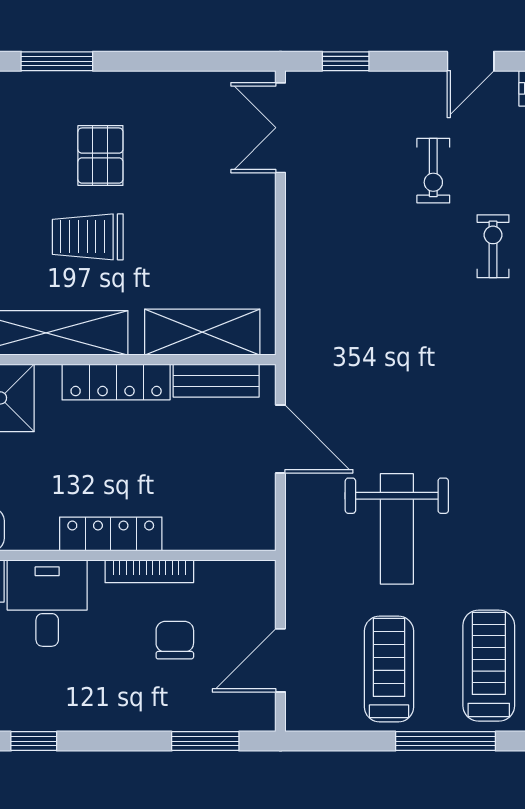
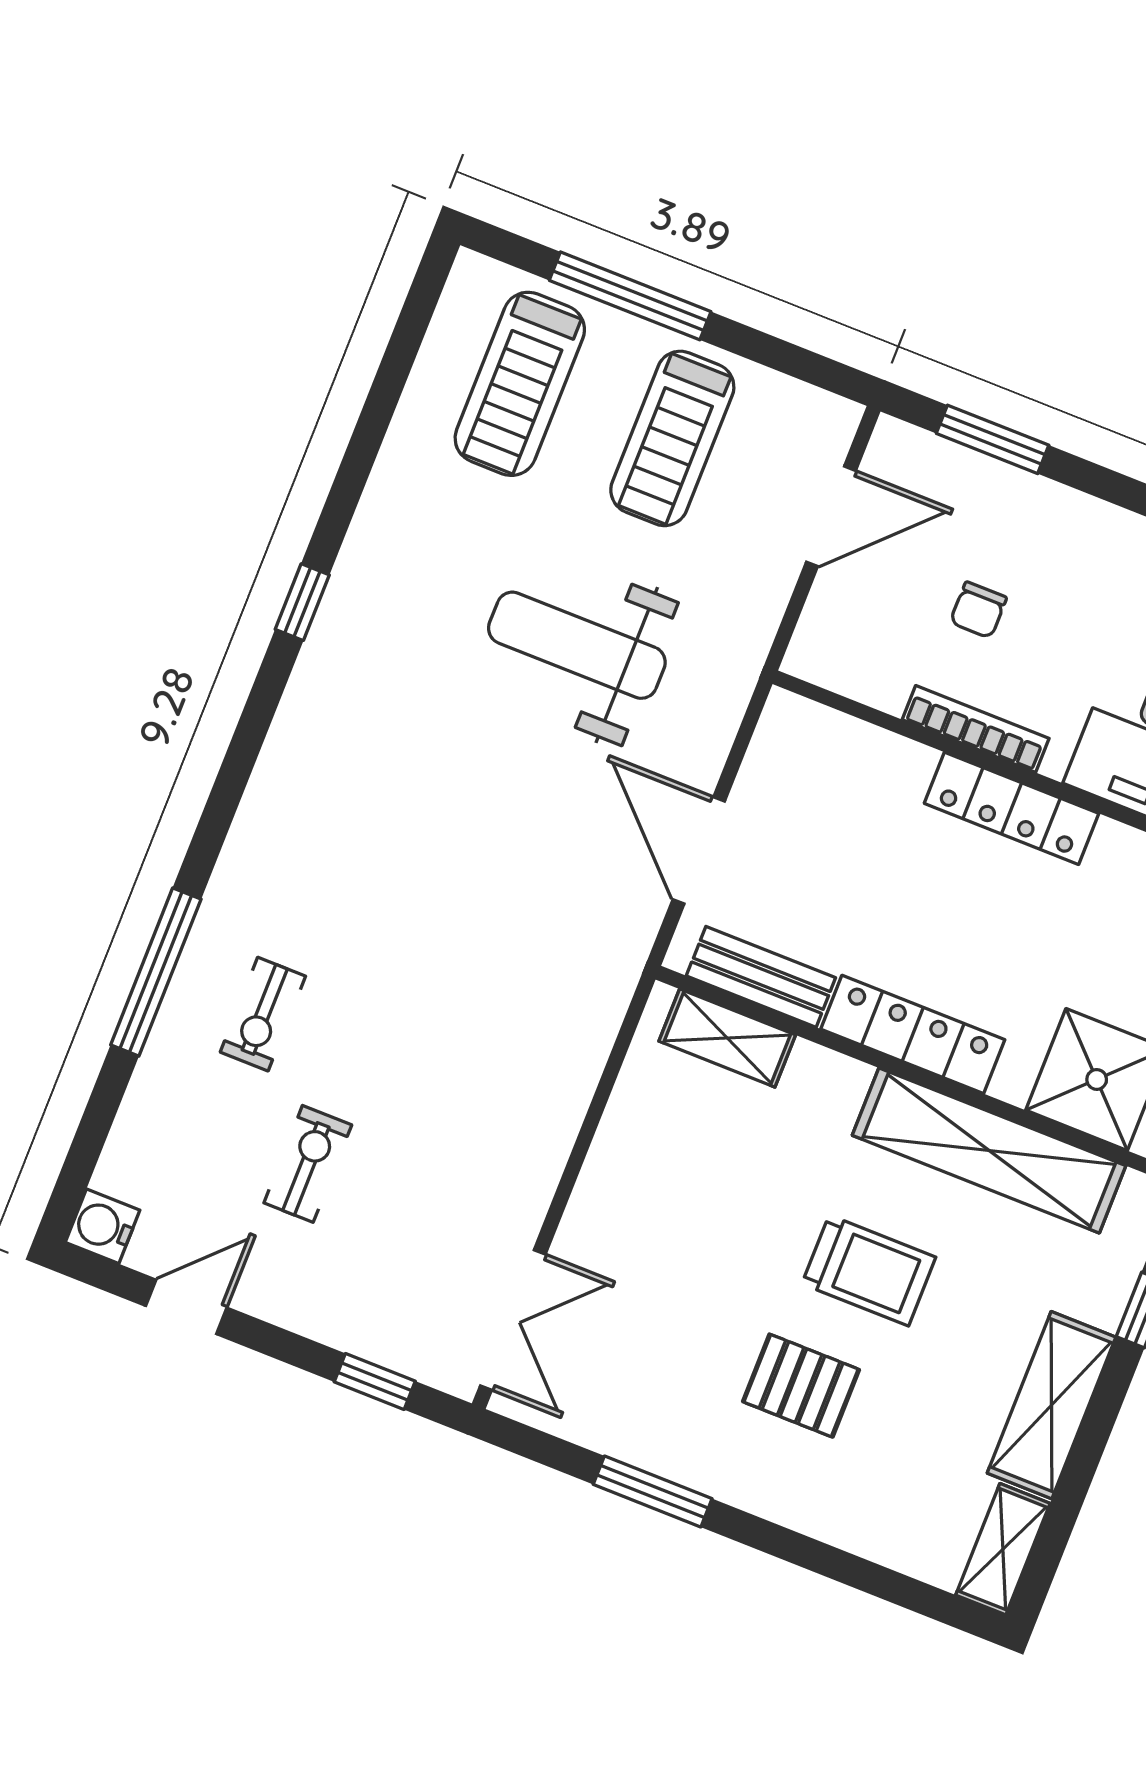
window: (57, 61) -> (653, 1492), moved
pallet: (100, 156) -> (801, 1386), turned 90
shelving: (202, 332) -> (727, 1038), width x0.67, depth x0.75
weight bench: (397, 529) -> (577, 645), turned -90
chair: (175, 640) -> (978, 610), width x0.73, depth x0.73

